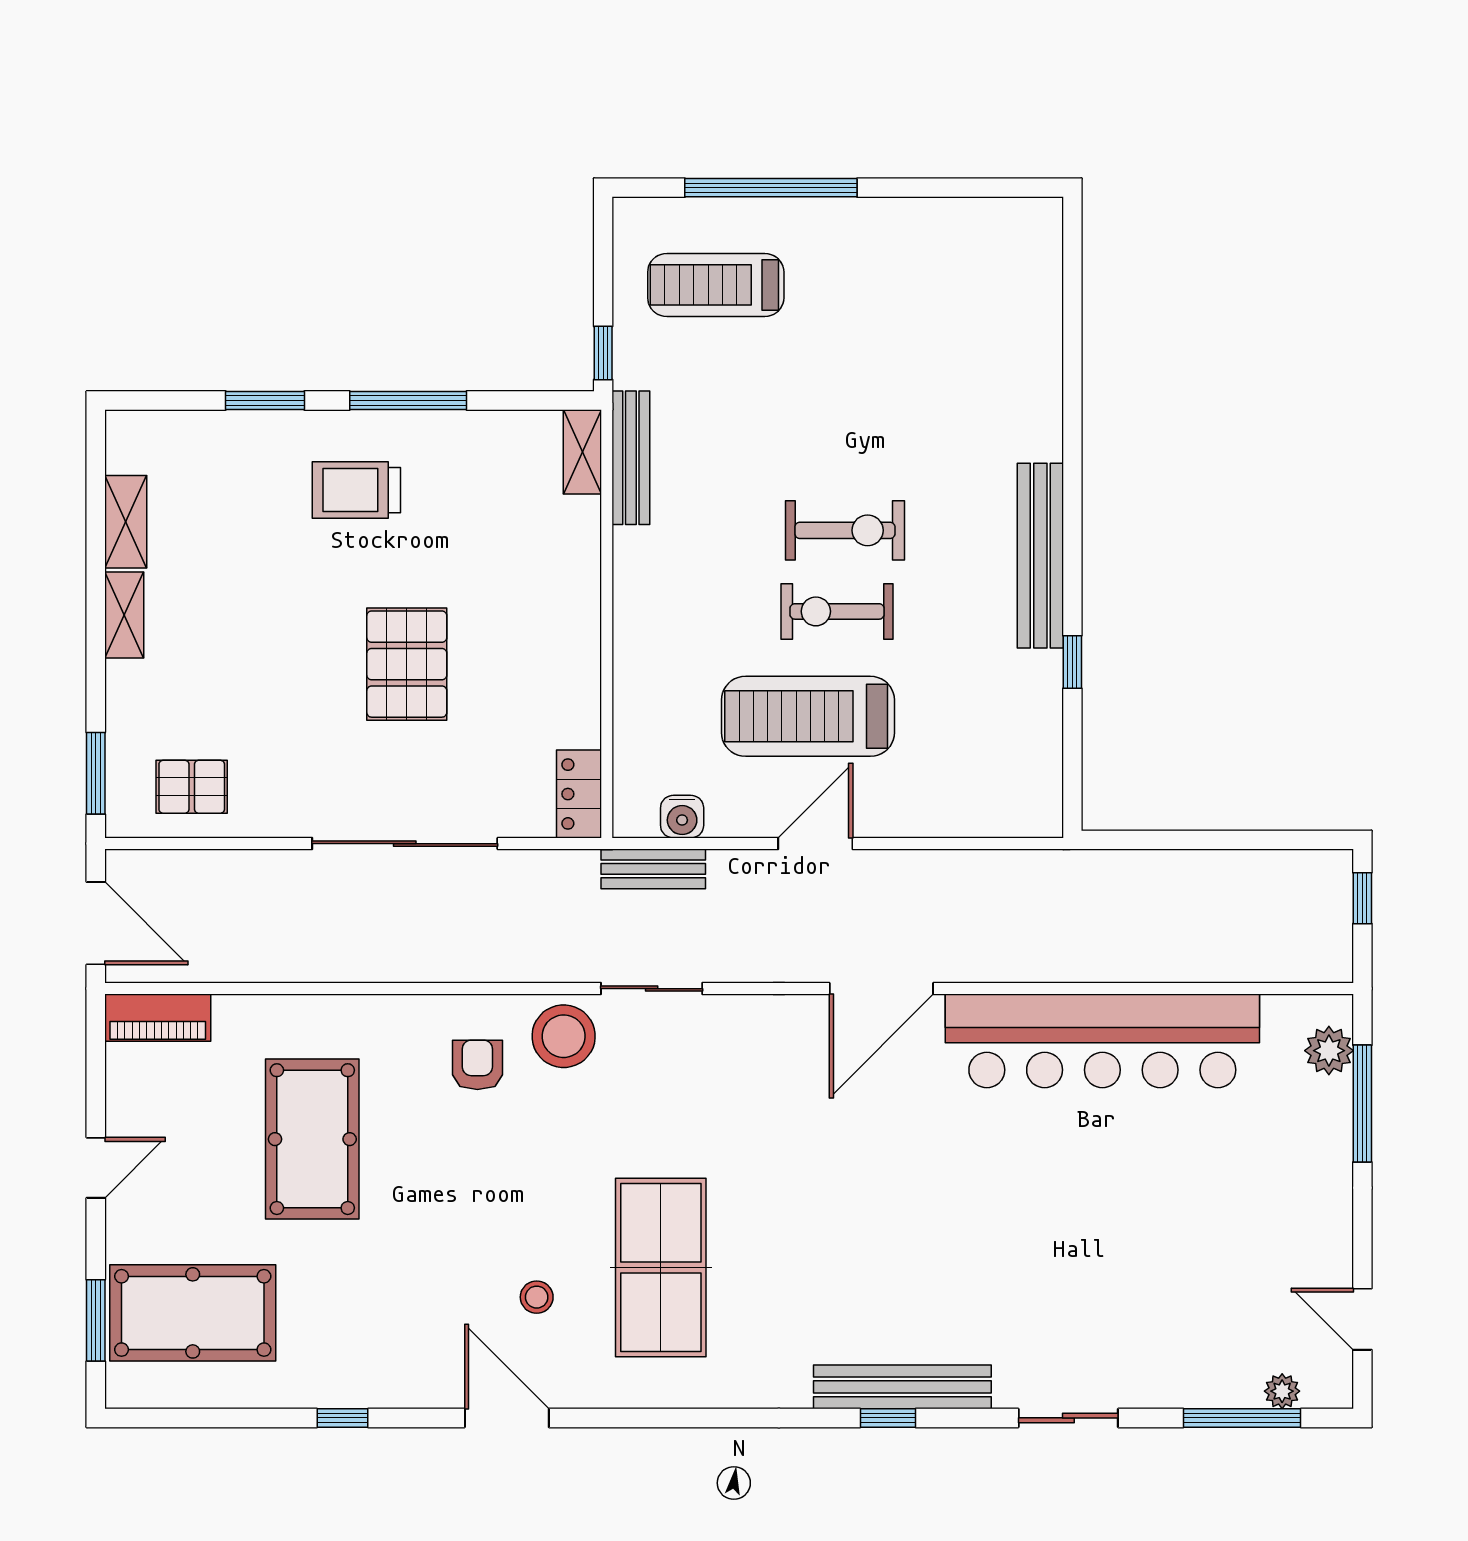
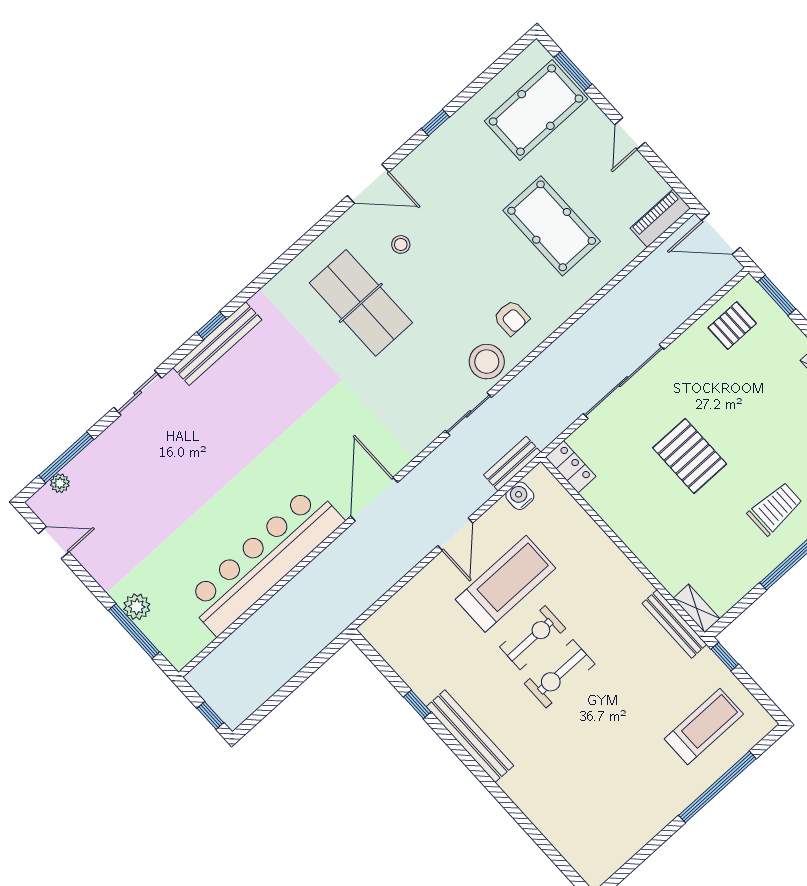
plant: (1329, 1051) -> (137, 607), moved

